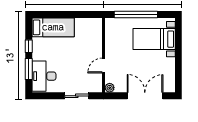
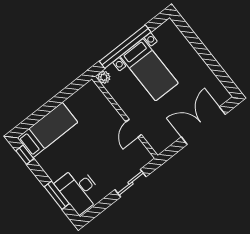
bed with nightstands: (154, 39) -> (149, 70), moved, turned -90
window: (29, 46) -> (25, 155), moved
plant: (110, 88) -> (104, 77), moved

